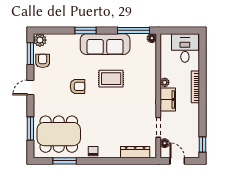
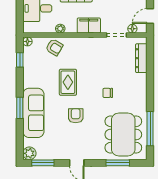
window: (133, 30) -> (20, 60), width x0.46
sofa: (105, 44) -> (33, 113), moved
armchair: (43, 61) -> (54, 47), moved, turned -149
plant: (165, 82) -> (60, 29), moved
chair: (93, 151) -> (108, 93), moved
window: (65, 161) -> (150, 129), width x1.44

